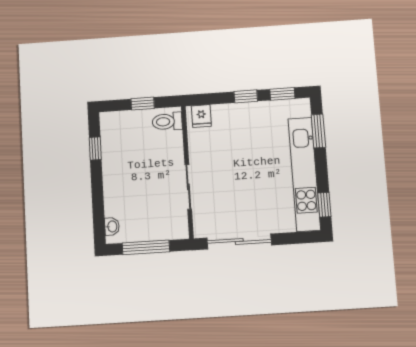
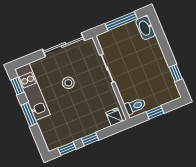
window: (318, 131) -> (29, 114), moved
kitchen unit: (304, 174) -> (32, 92), width x0.73
stool: (250, 185) -> (68, 83), added
washbasin: (112, 226) -> (145, 28), width x1.91, depth x1.45

